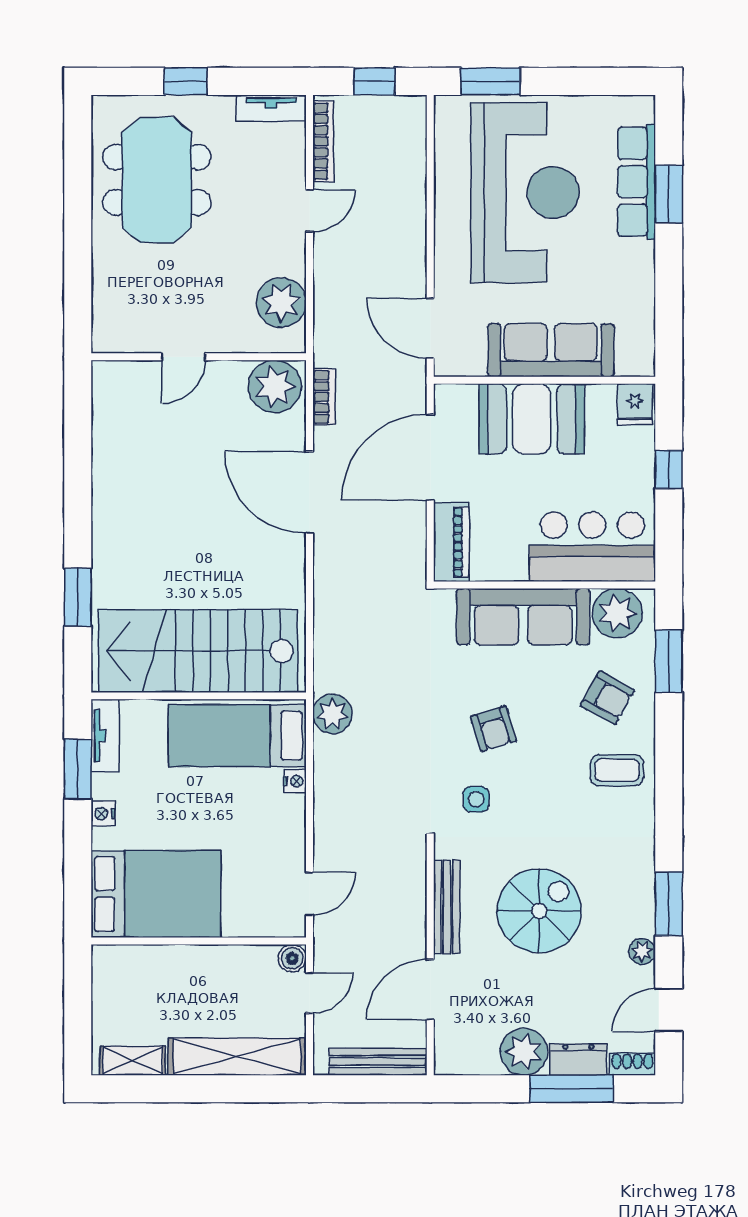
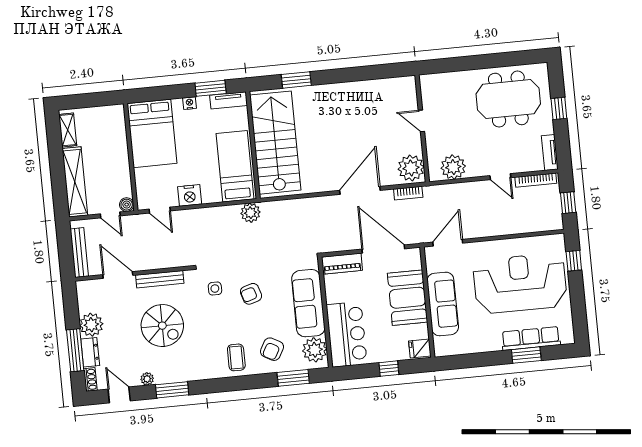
window: (491, 81) -> (574, 261), width x0.67
reception desk: (525, 193) -> (520, 283), turned 180
nightstand: (295, 781) -> (190, 195), moved, width x1.89, depth x1.79

